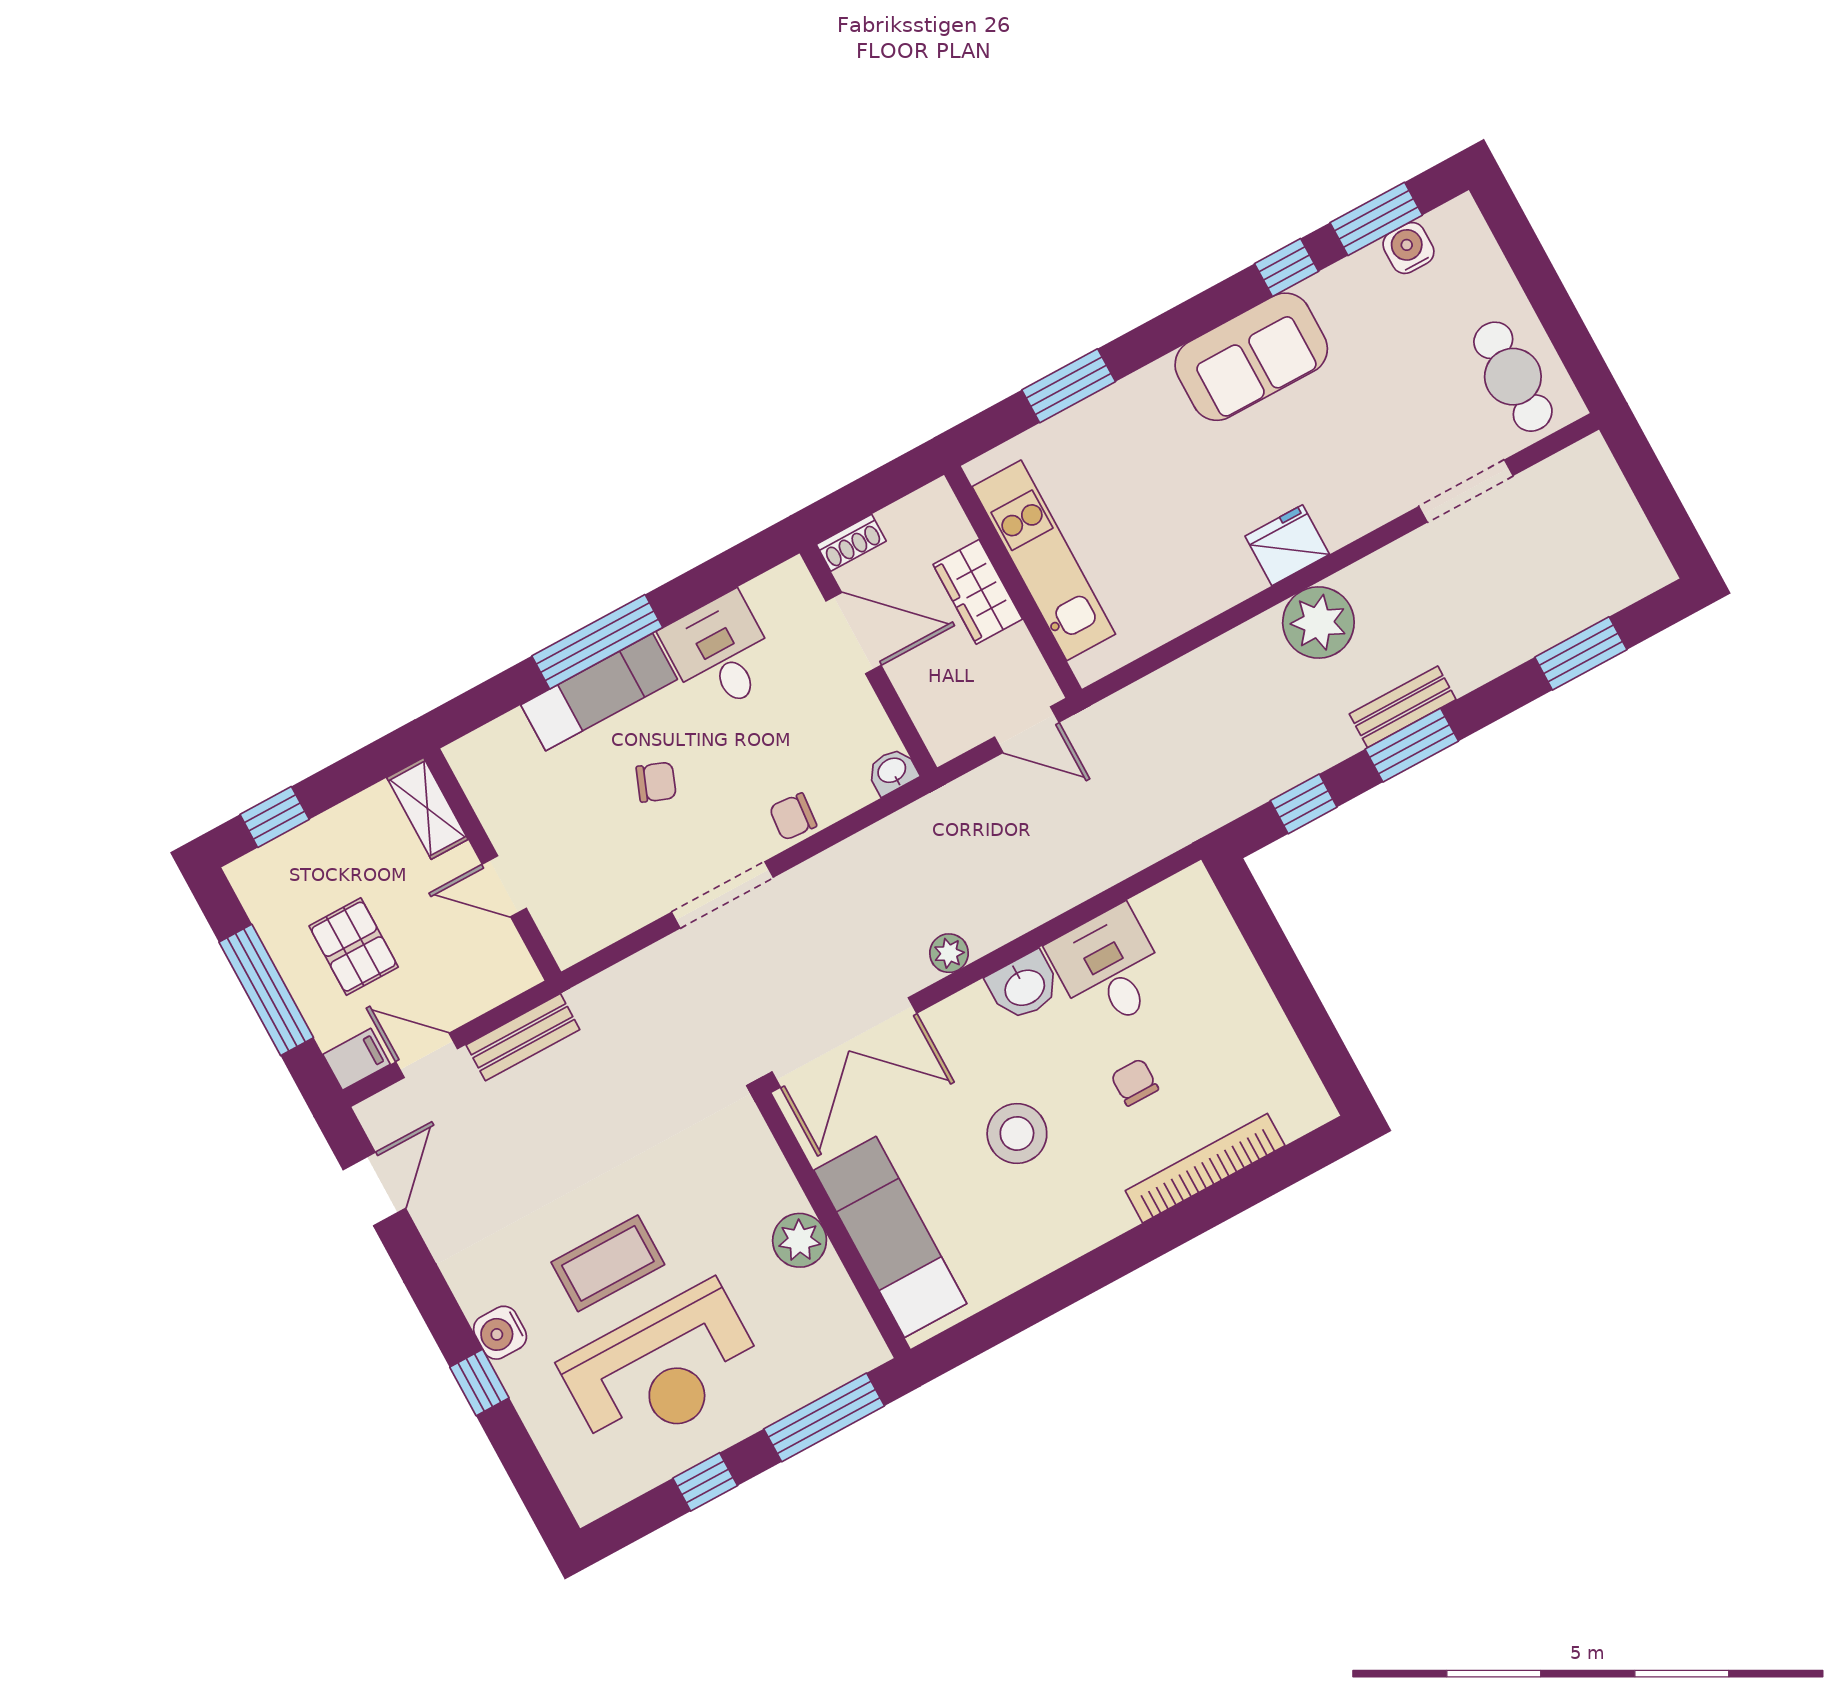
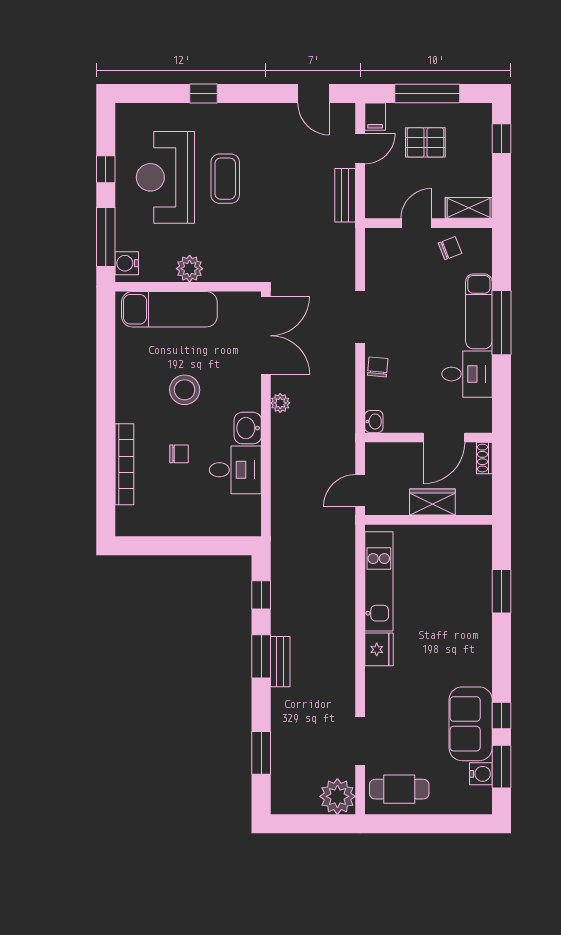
sofa: (1251, 357) -> (471, 724), moved
kitchen unit: (1044, 560) -> (379, 581), moved, turned -90
plant: (1318, 623) -> (337, 796), moved
chair: (656, 782) -> (450, 248), moved, turned -132
double door: (844, 1043) -> (266, 336), swing flipped
water cooler: (500, 1333) -> (127, 263), moved, turned -90

